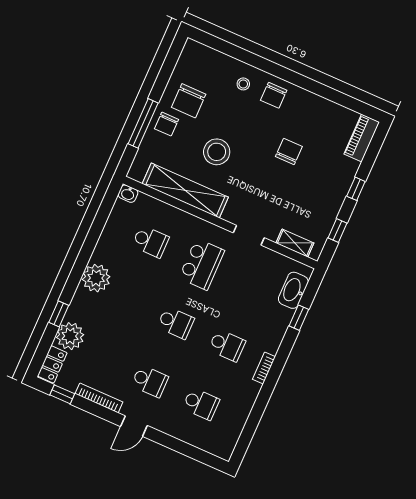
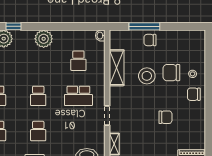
chair: (189, 101) -> (171, 73), moved
shelving: (185, 190) -> (117, 68), width x0.68

